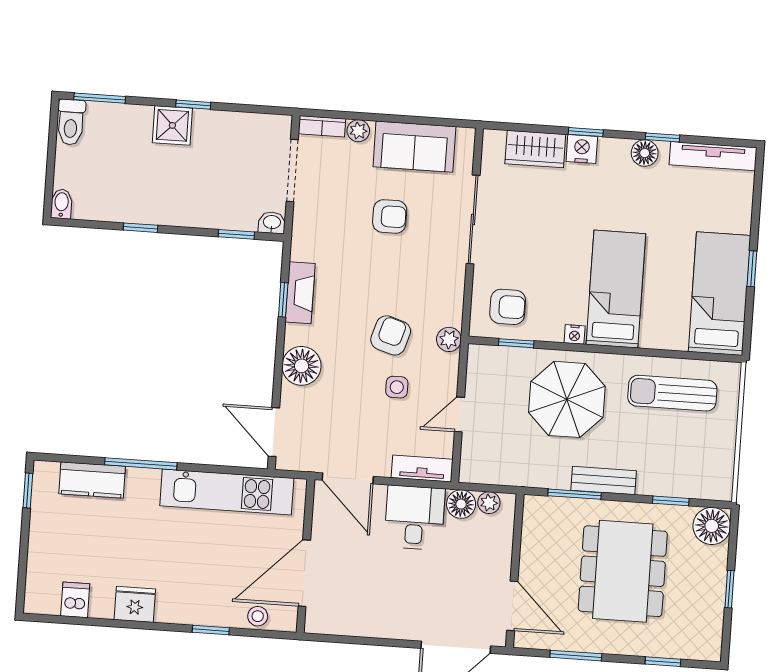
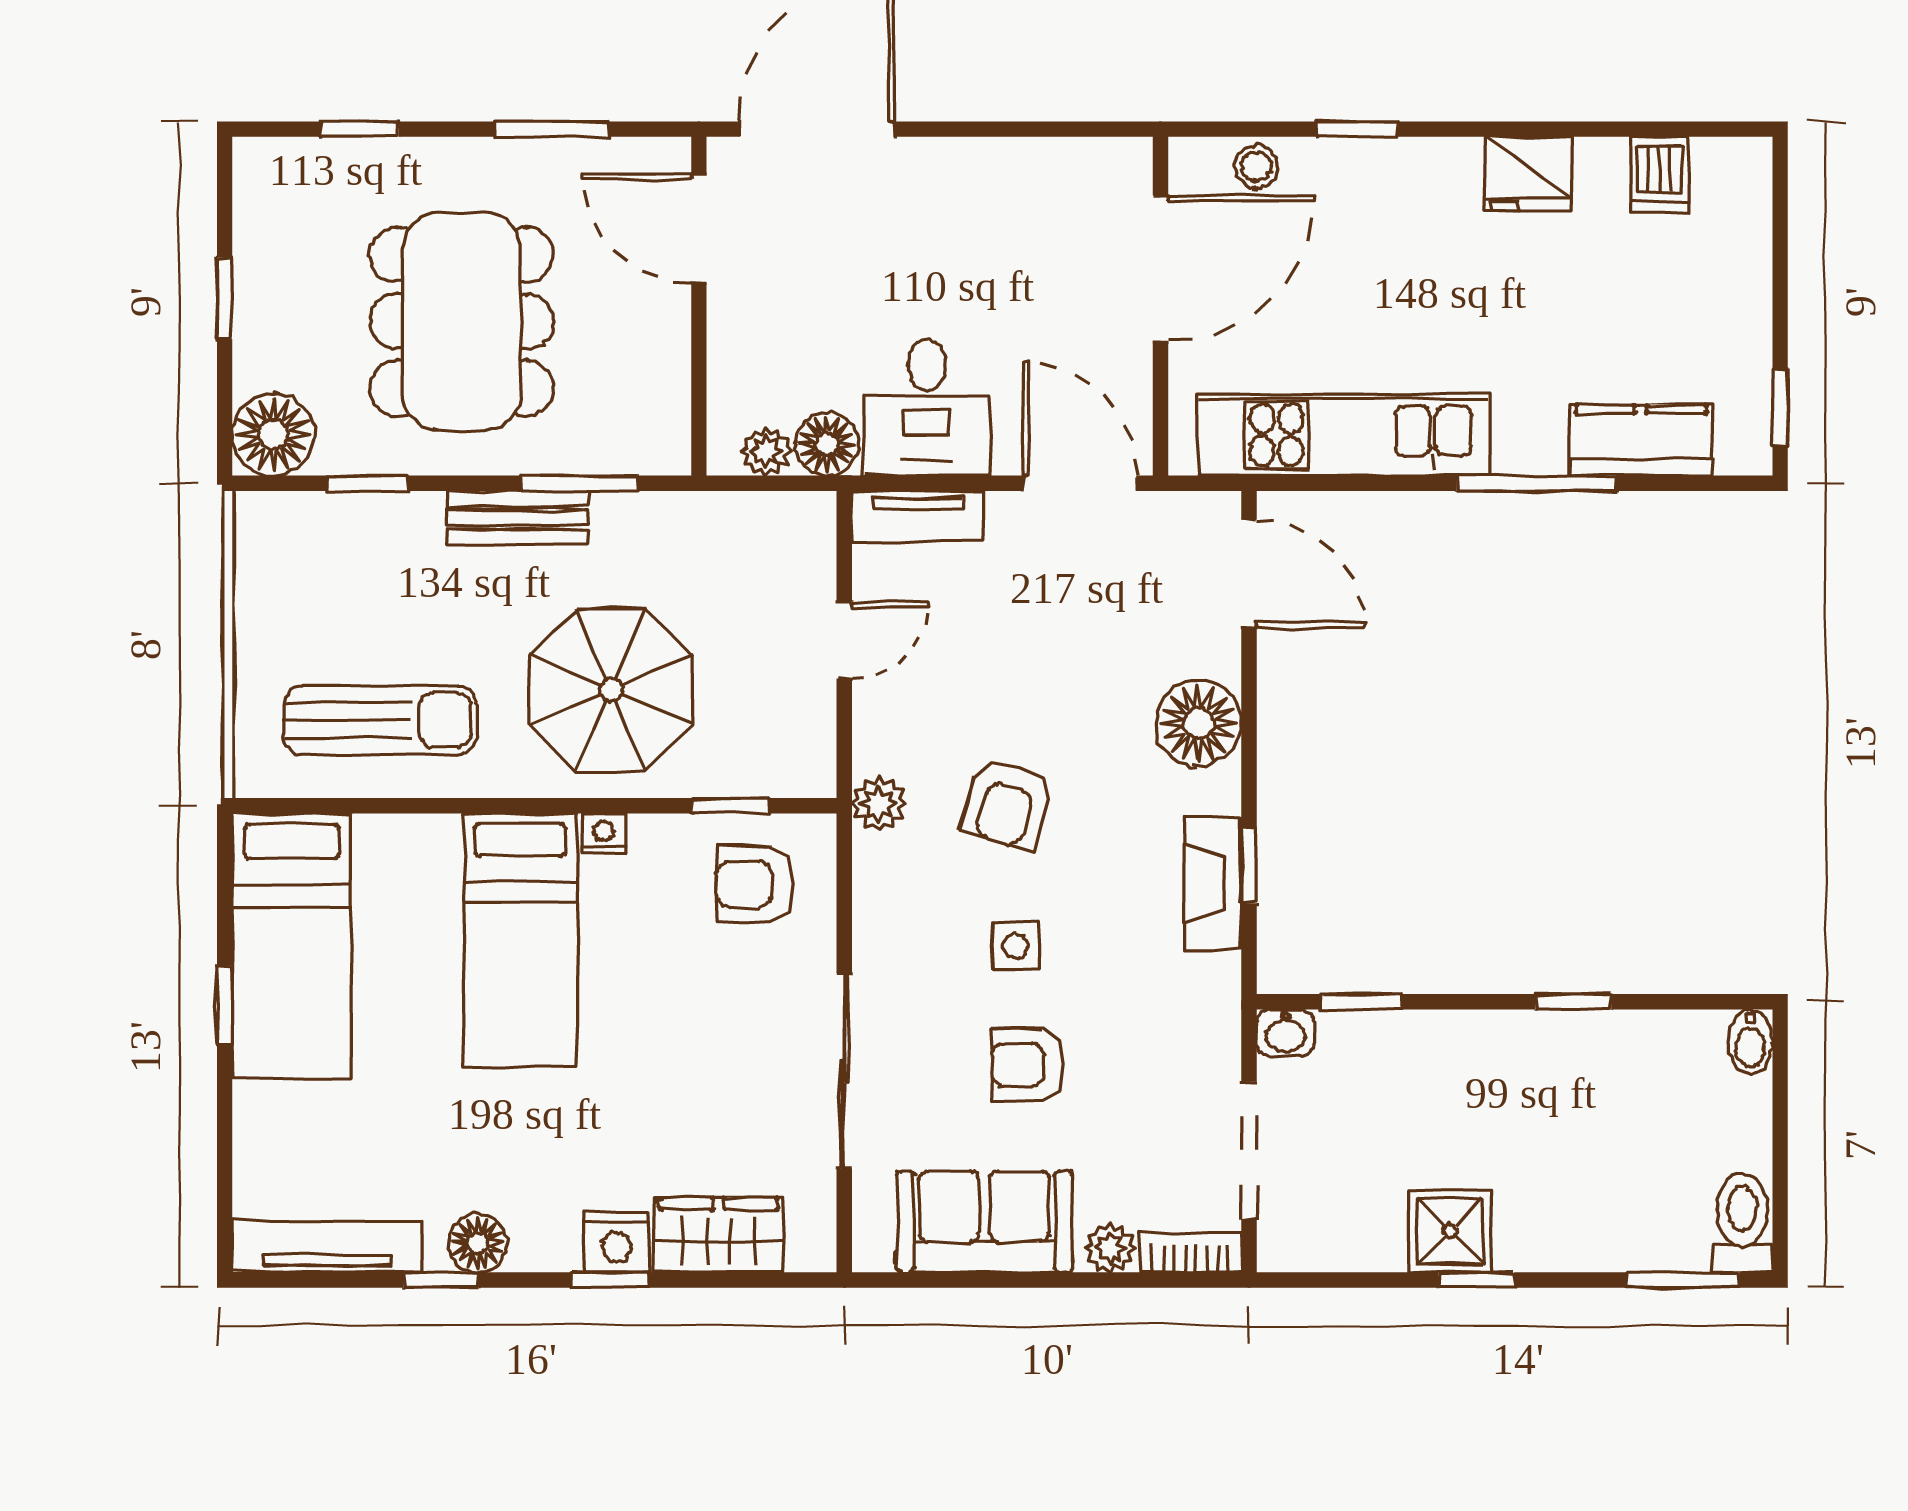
shower: (172, 125) -> (1450, 1231), moved
side table: (397, 387) -> (1015, 946), moved

